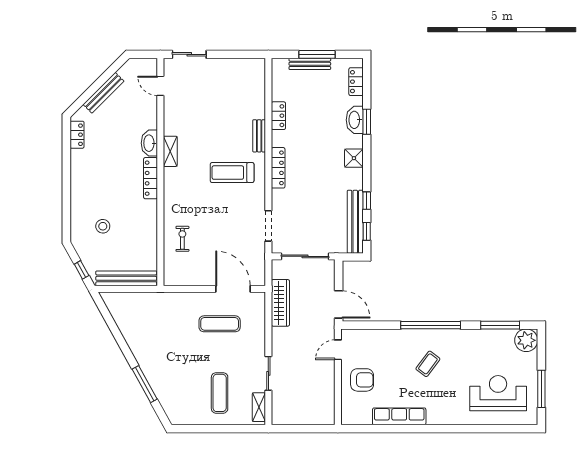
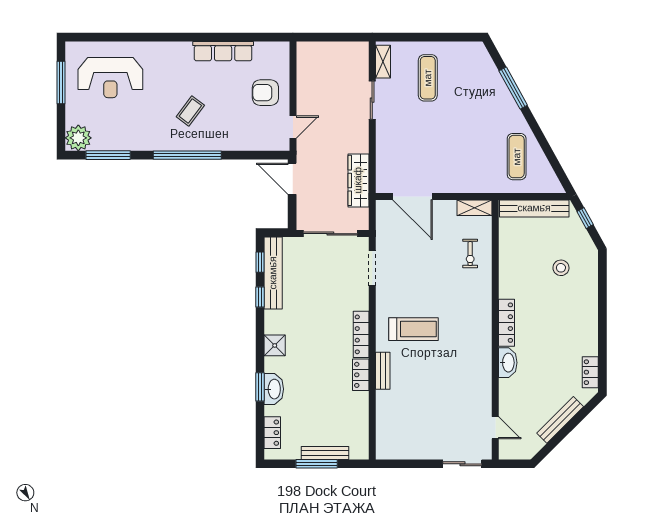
locker: (278, 116) -> (361, 375), moved
shelving: (170, 151) -> (474, 208), moved, turned 90
exercise mat: (220, 324) -> (517, 157), moved, turned 90

